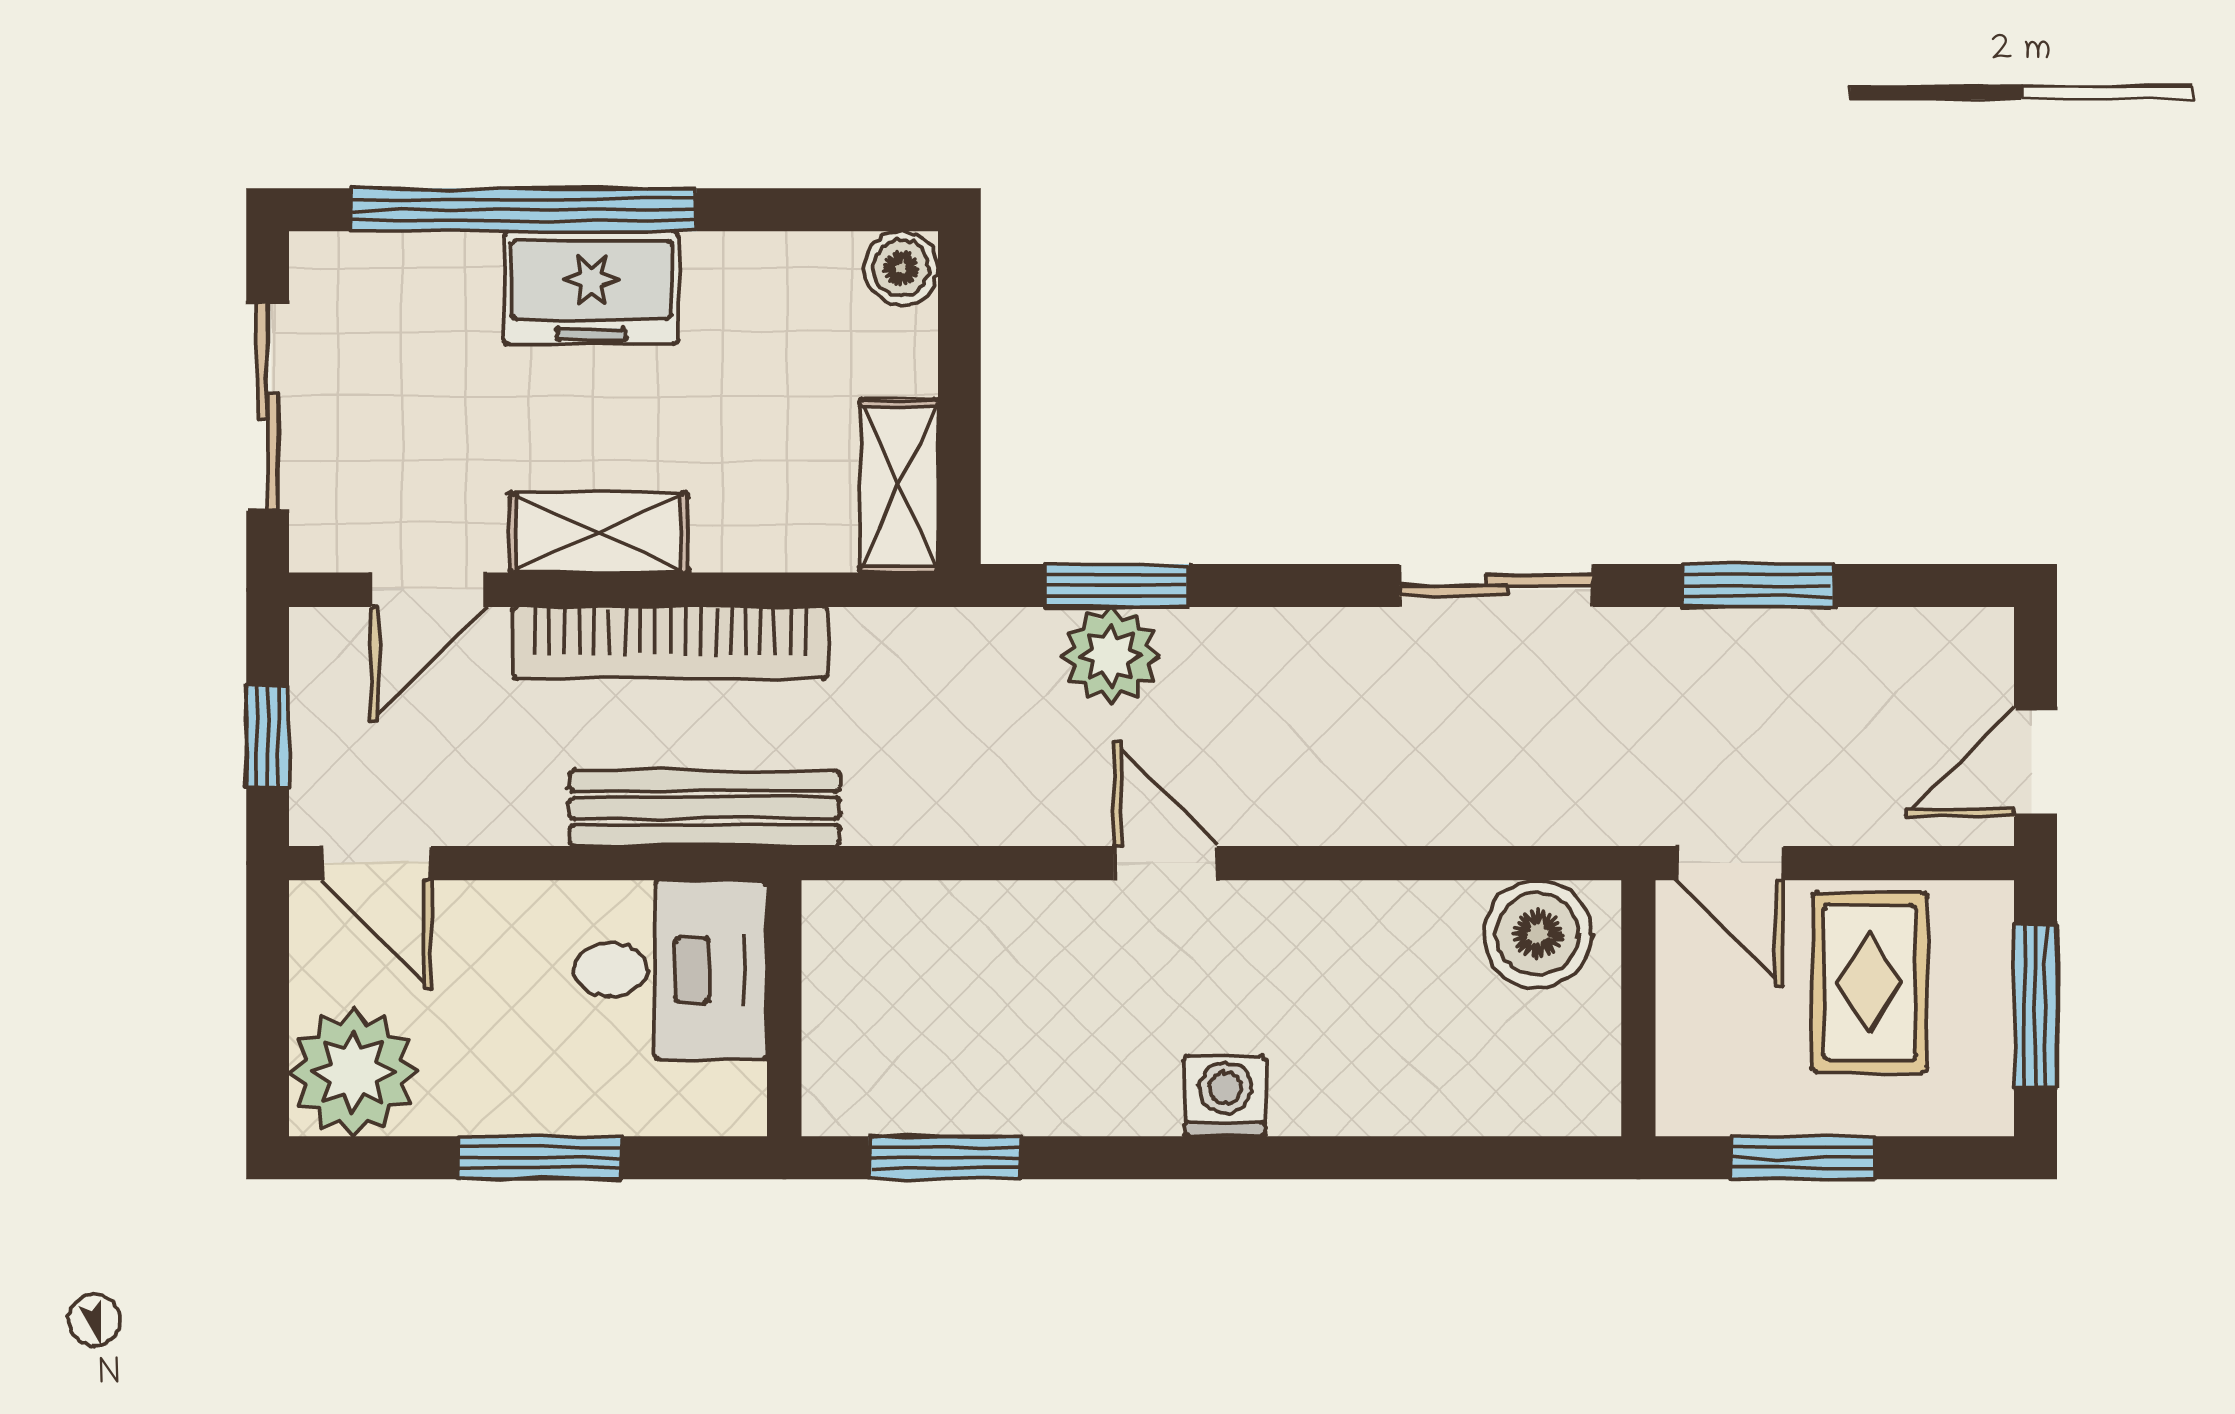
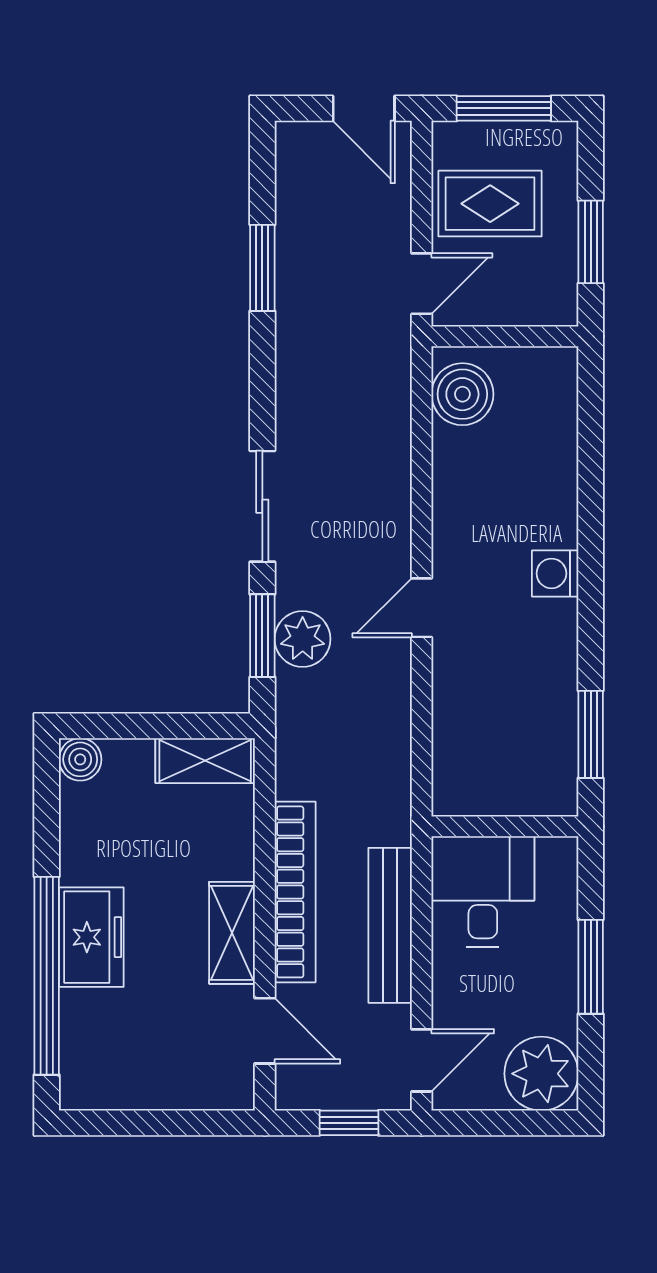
sliding door: (268, 406) -> (160, 1123), removed
sliding door: (1496, 586) -> (262, 506), moved
bench: (705, 808) -> (390, 925), moved

